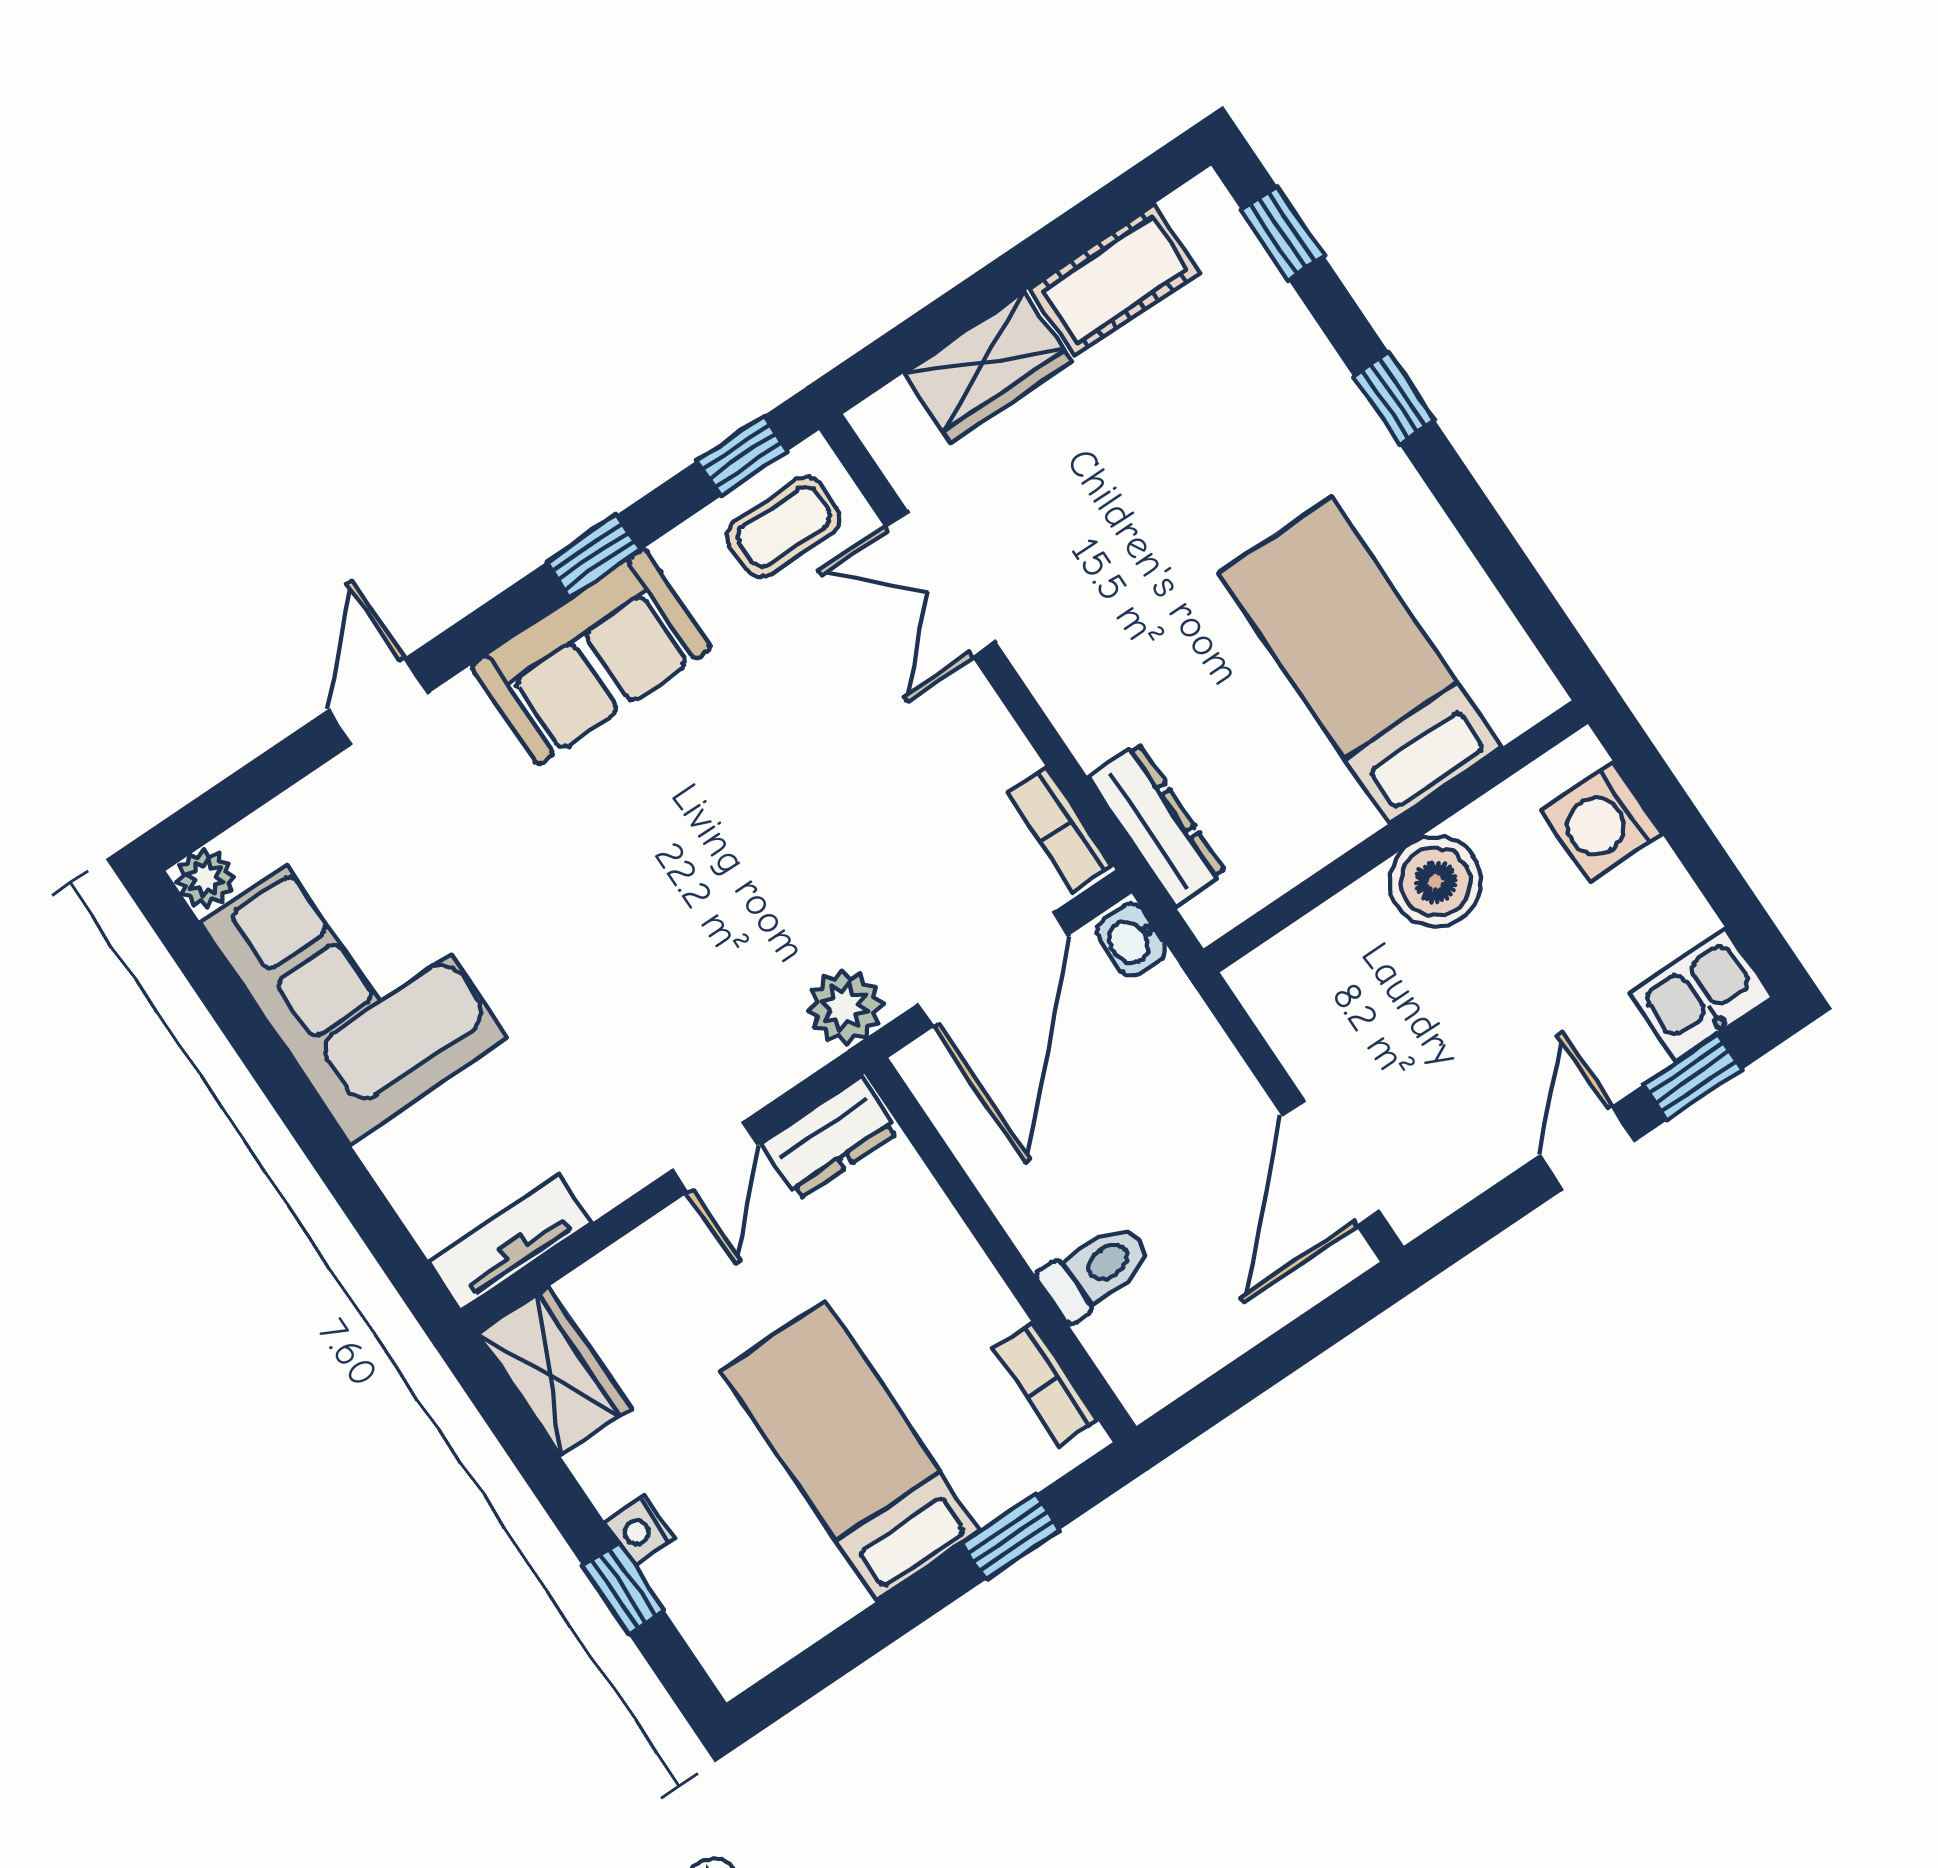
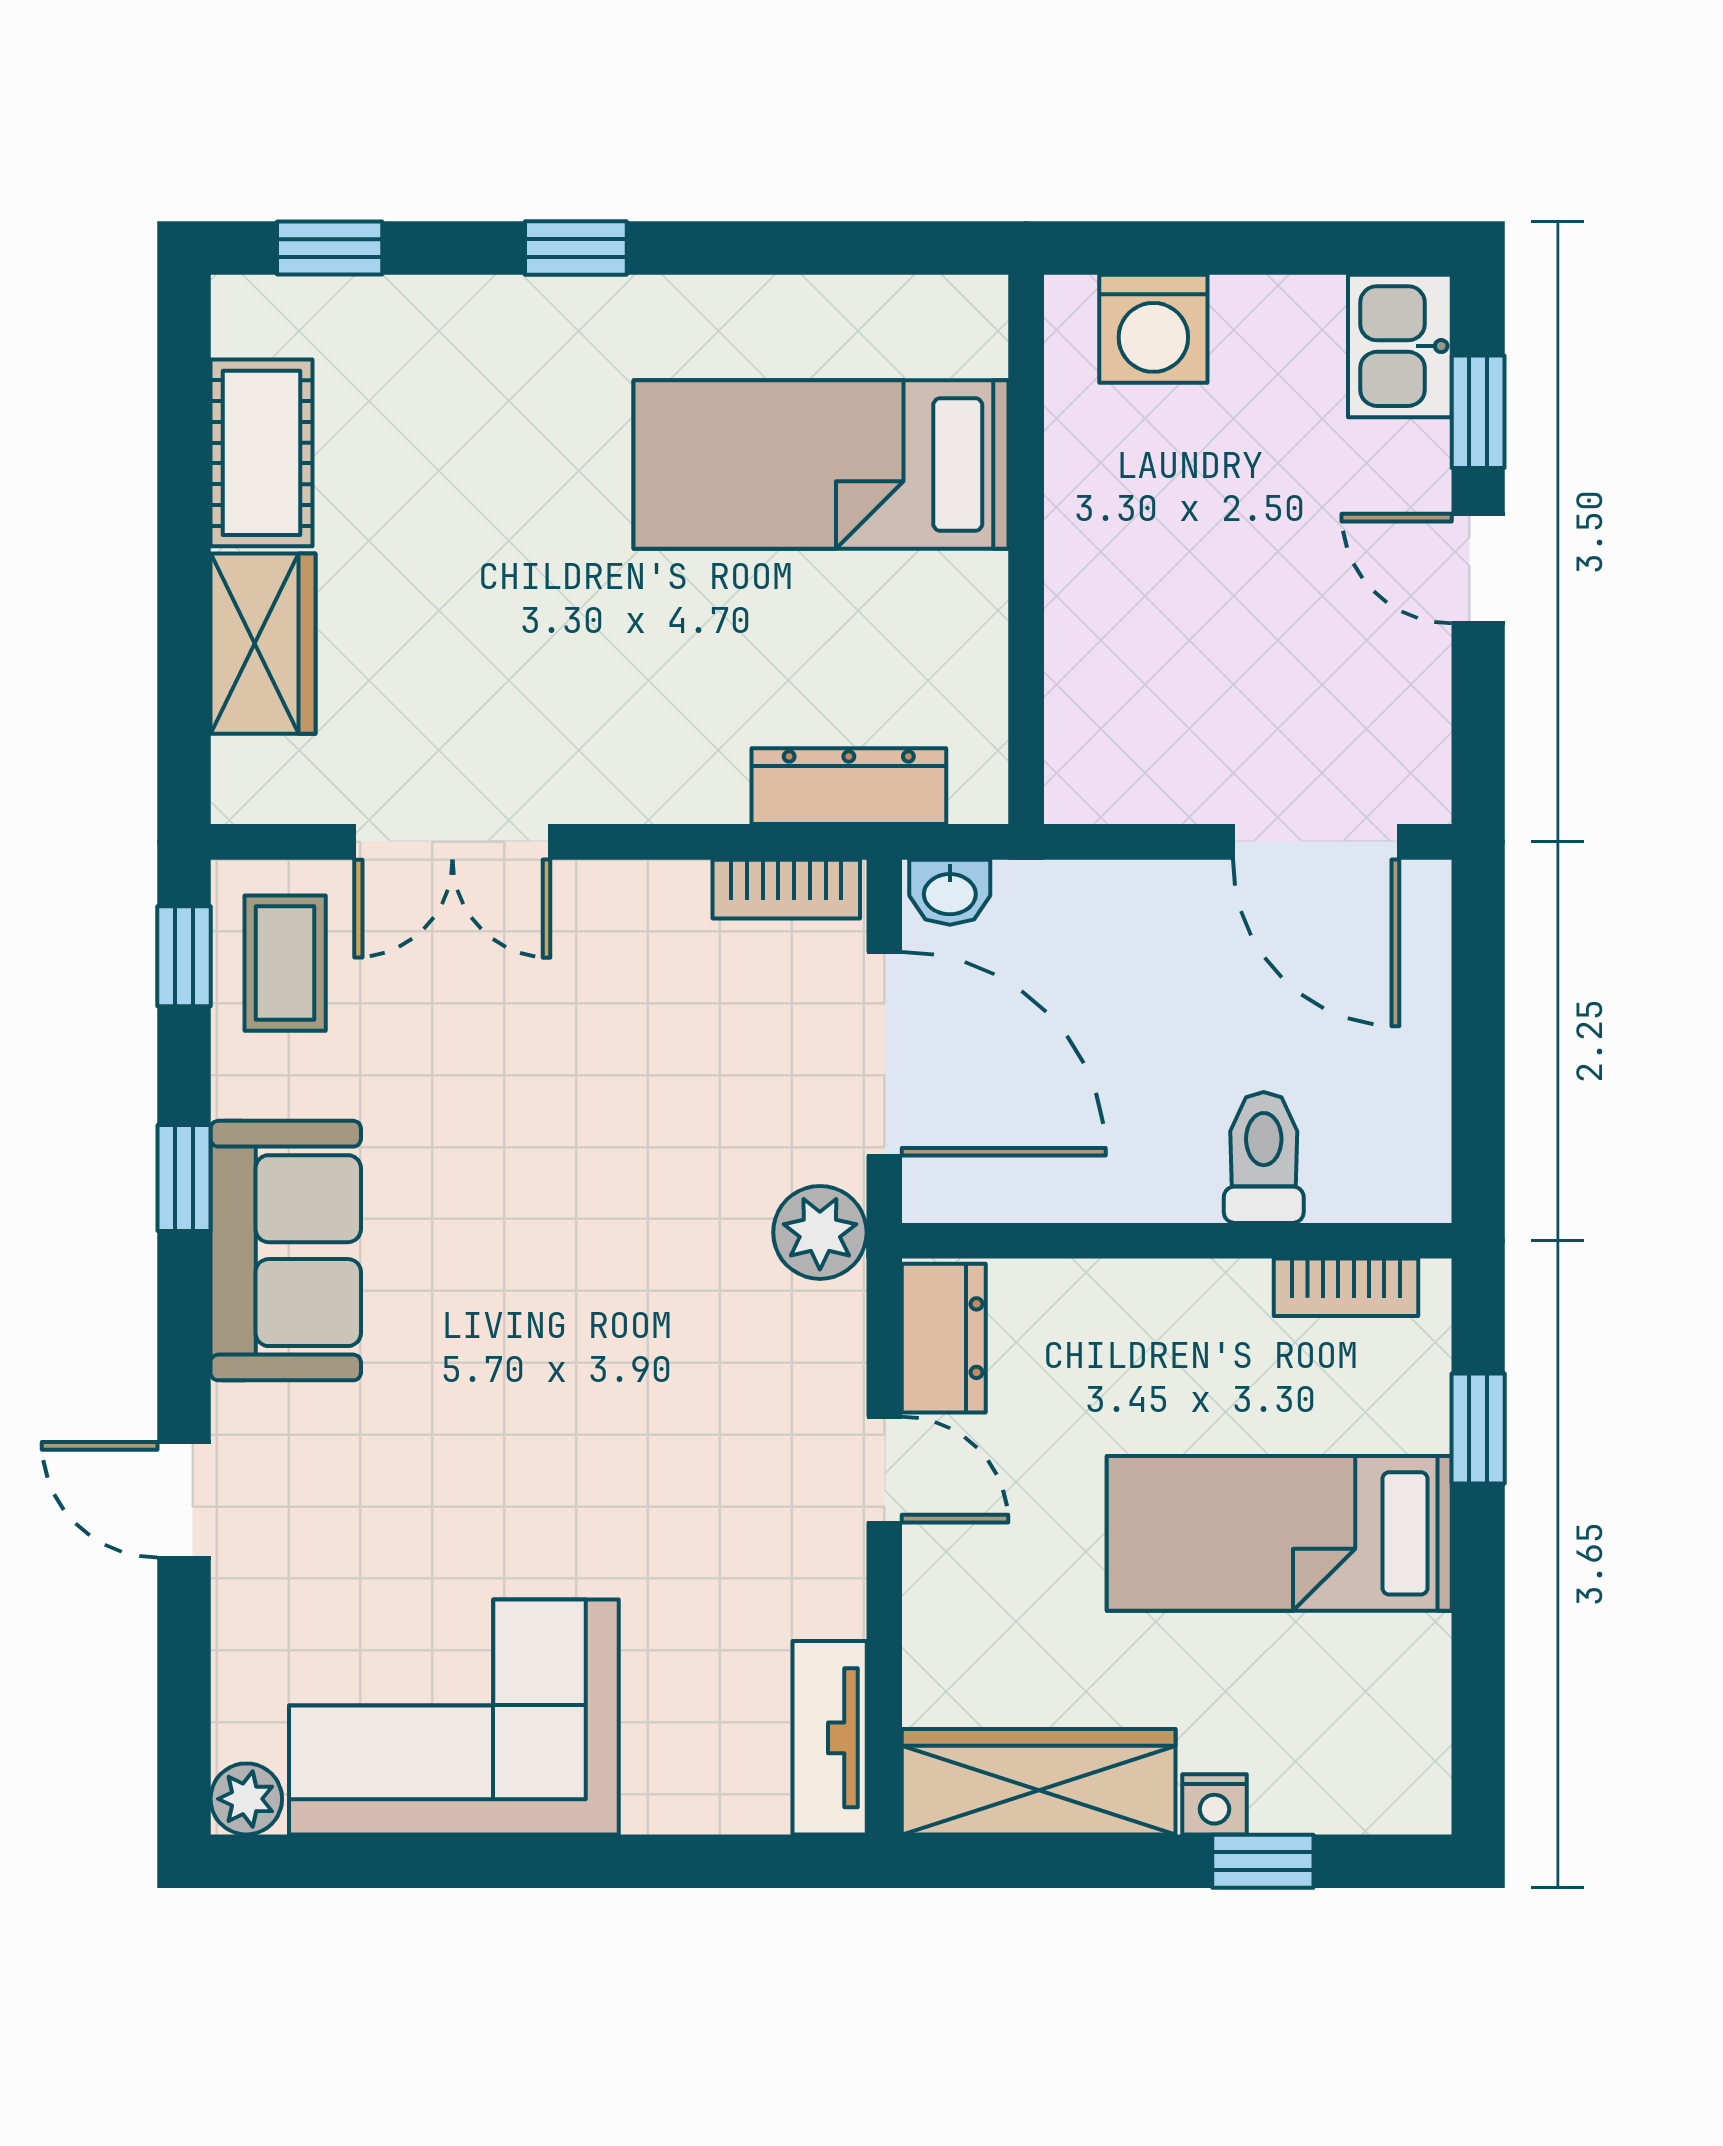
boiler: (1436, 882) -> (1100, 540), removed
wardrobe: (555, 1371) -> (1039, 1782), width x1.50

